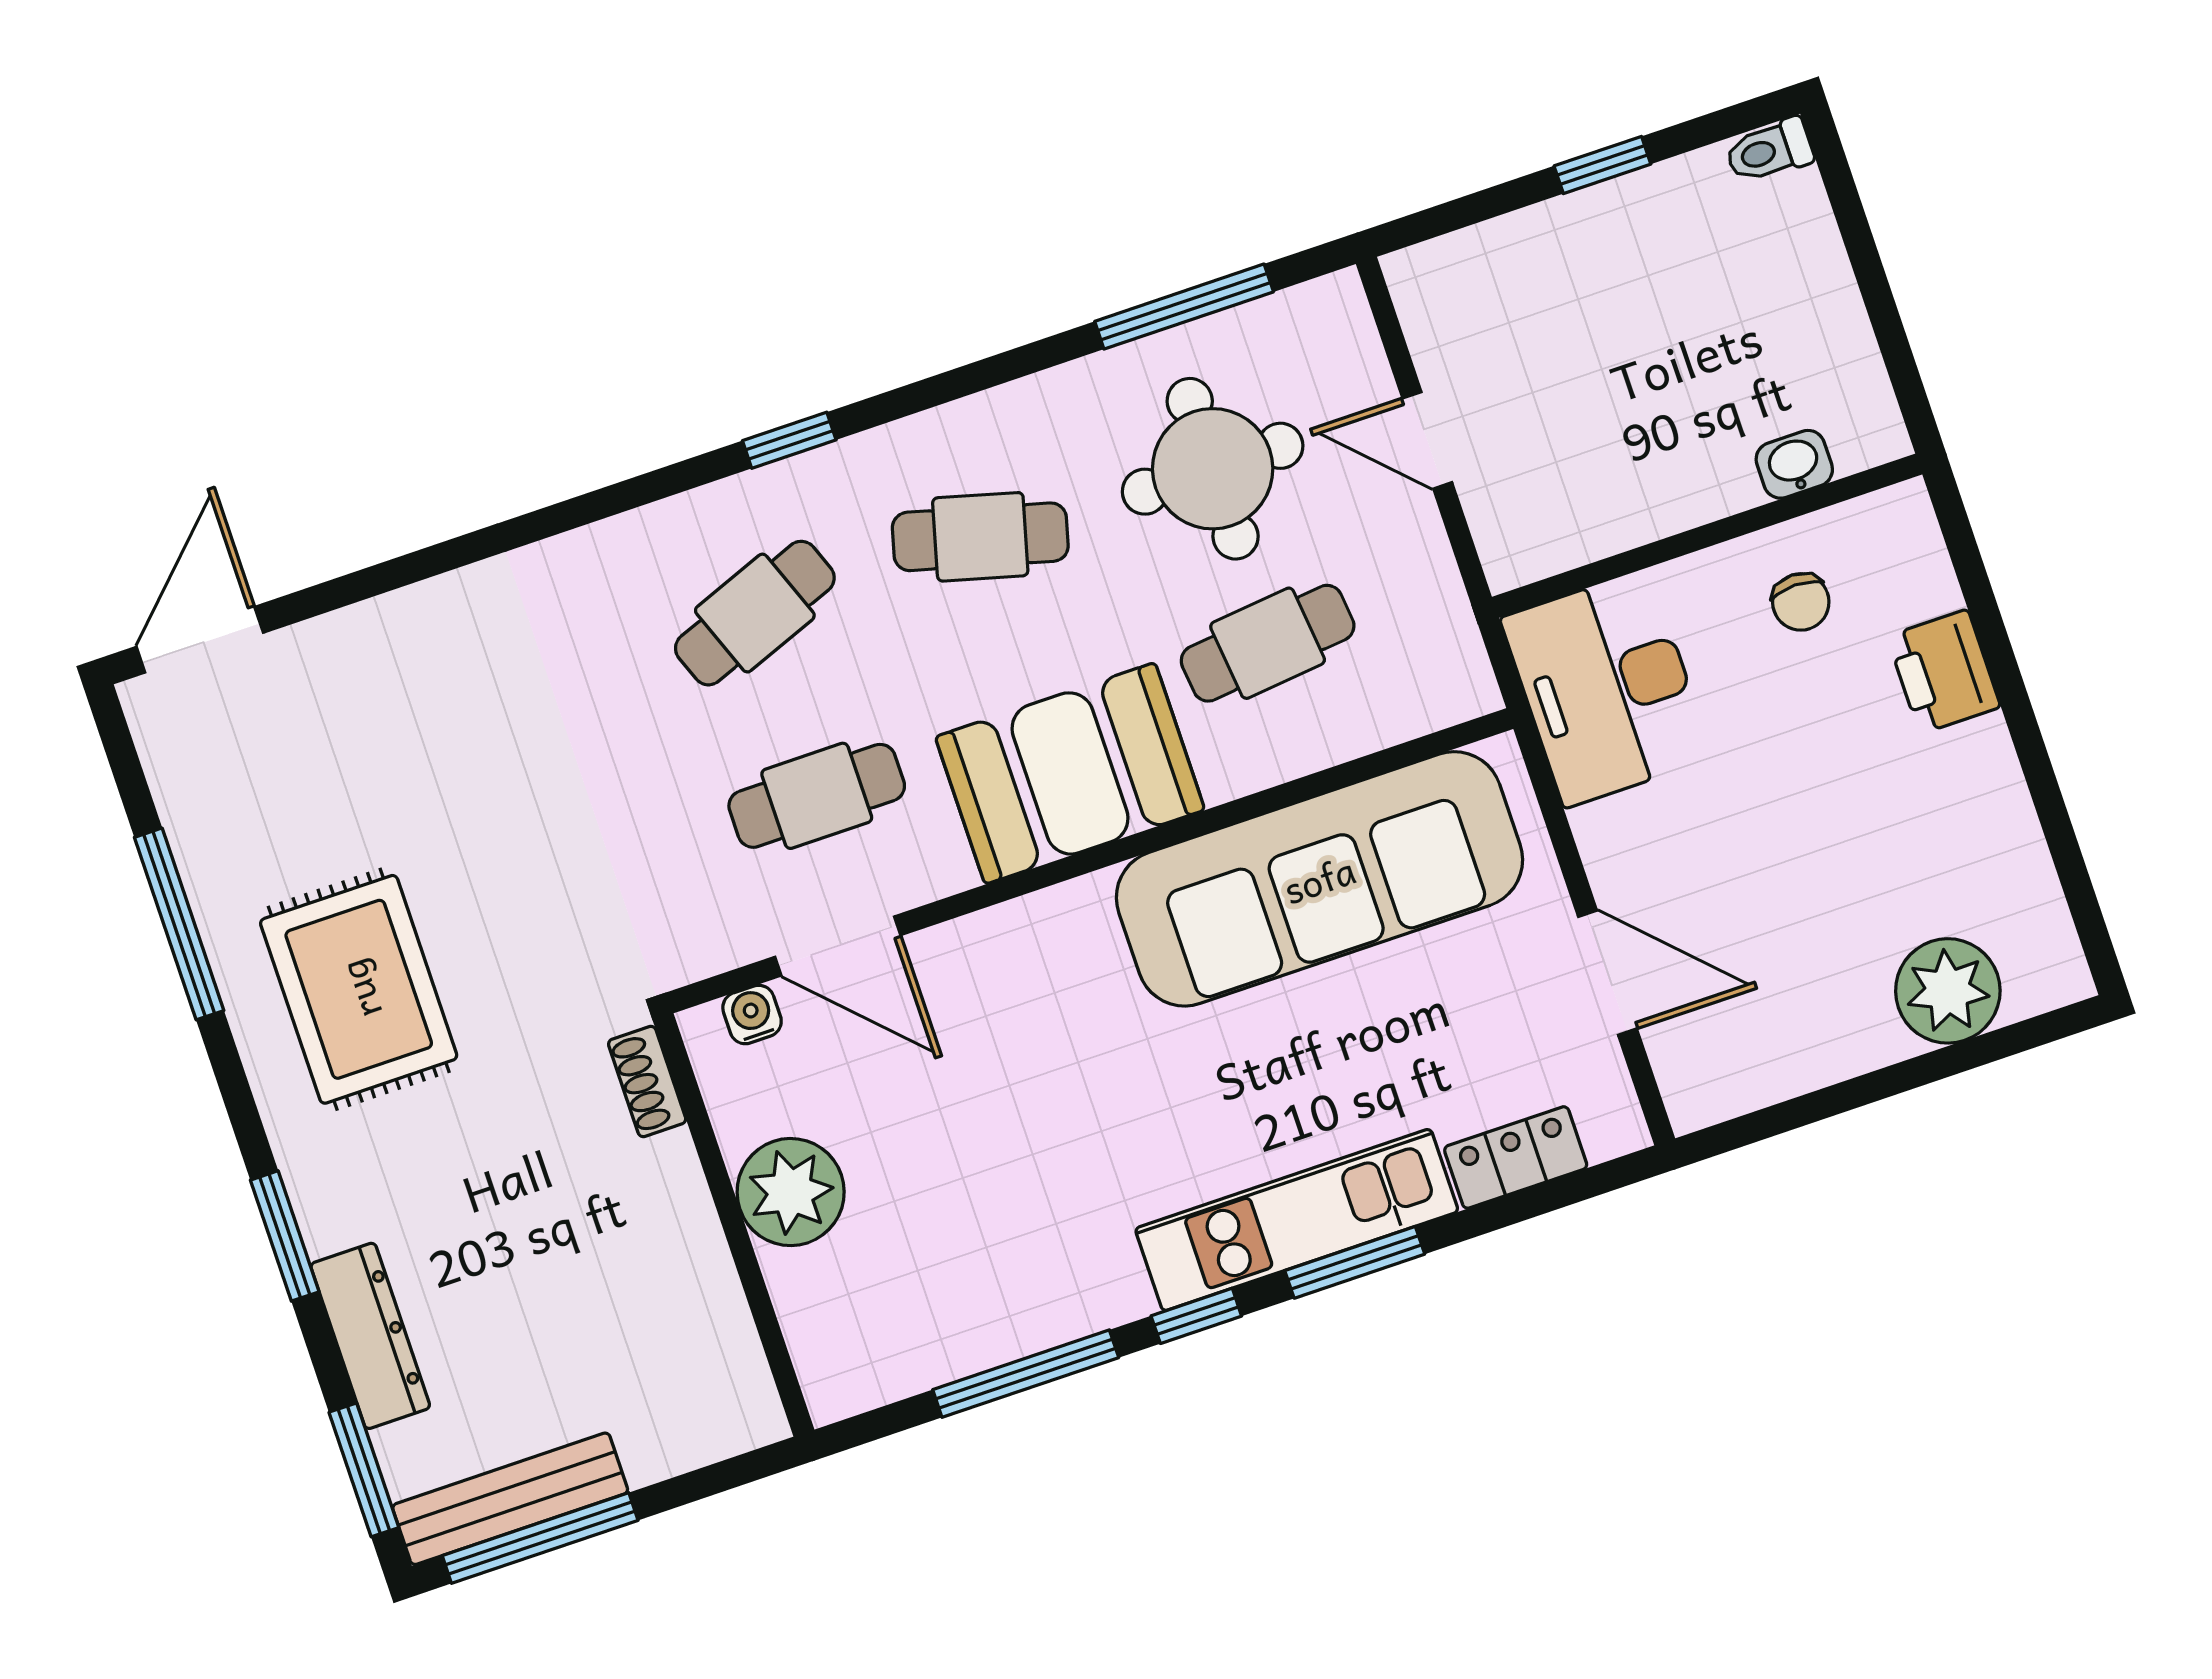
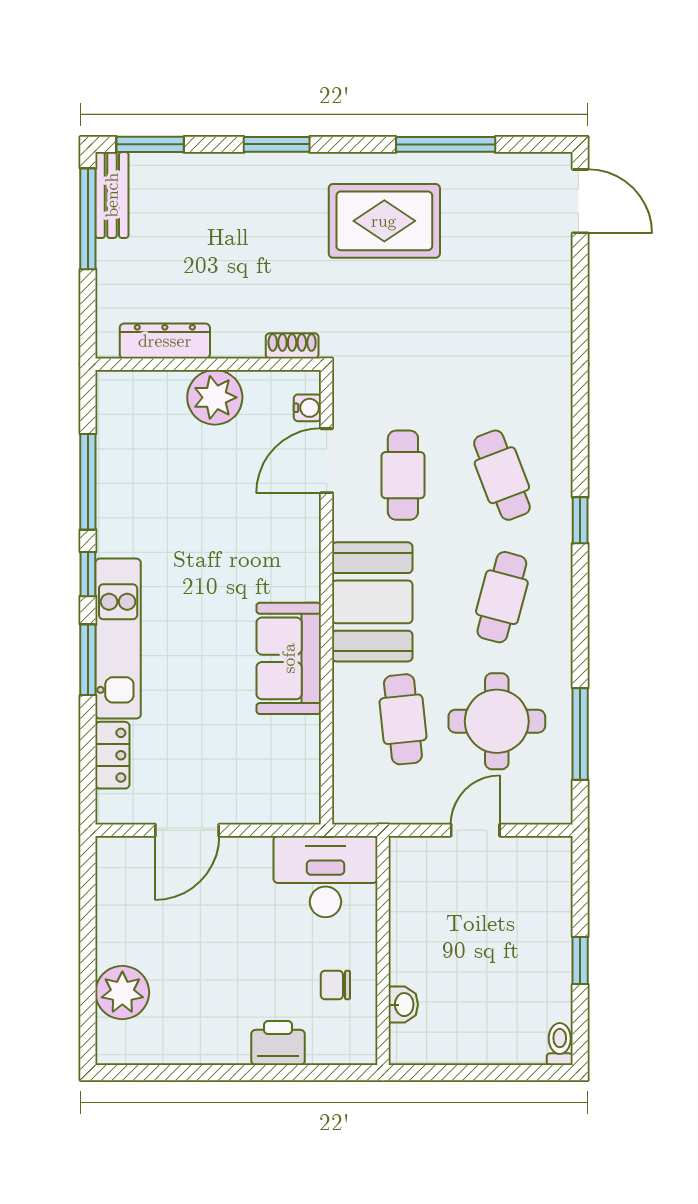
sofa: (1319, 879) -> (289, 658), width x0.54, depth x0.79
dresser: (370, 1336) -> (165, 341), moved, turned 180
bench: (510, 1499) -> (112, 195), width x0.73

